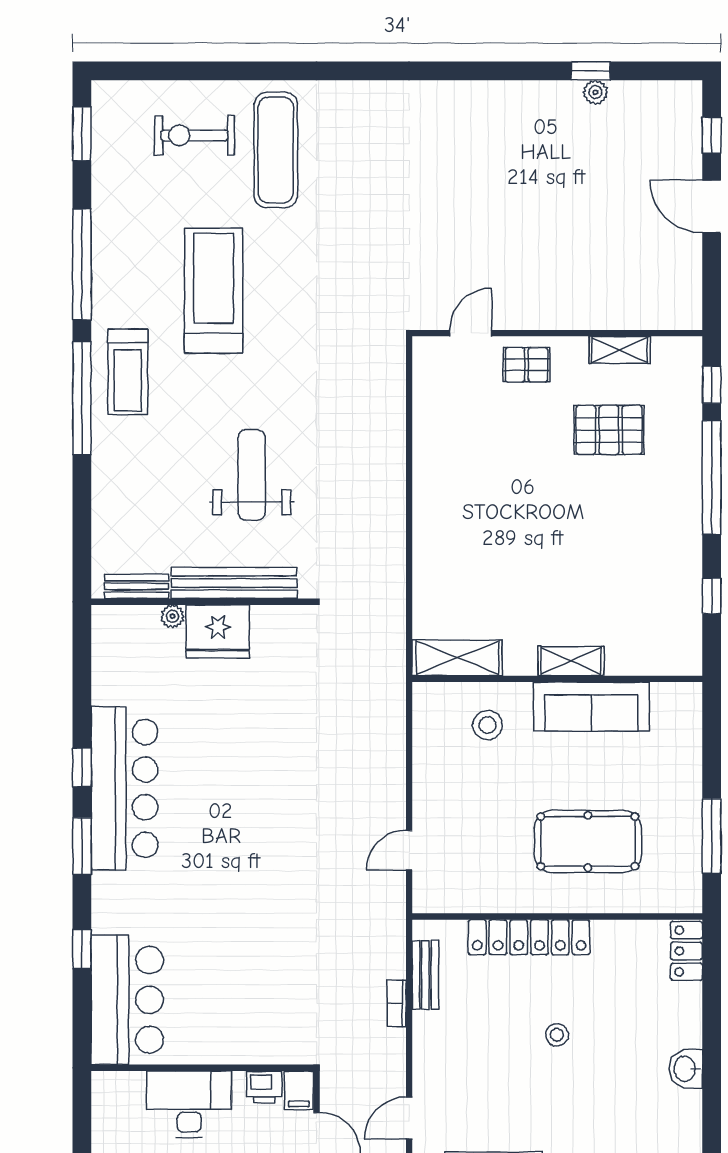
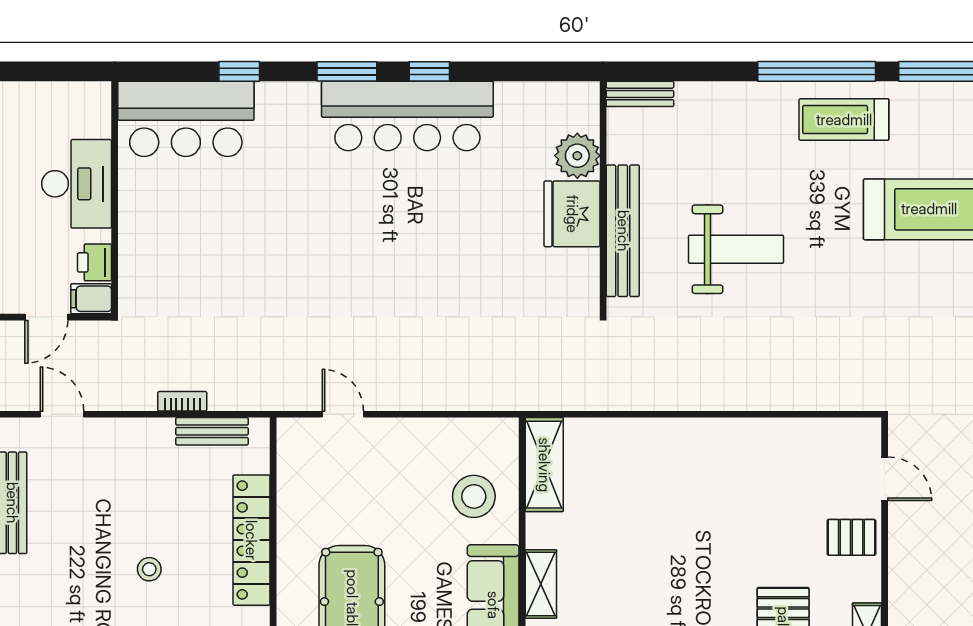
pallet: (527, 365) -> (851, 537), turned 90
bench: (137, 586) -> (640, 94), moved, turned 90
plant: (172, 616) -> (577, 156), width x1.88, depth x1.88
stool: (488, 725) -> (474, 496), width x1.38, depth x1.38

